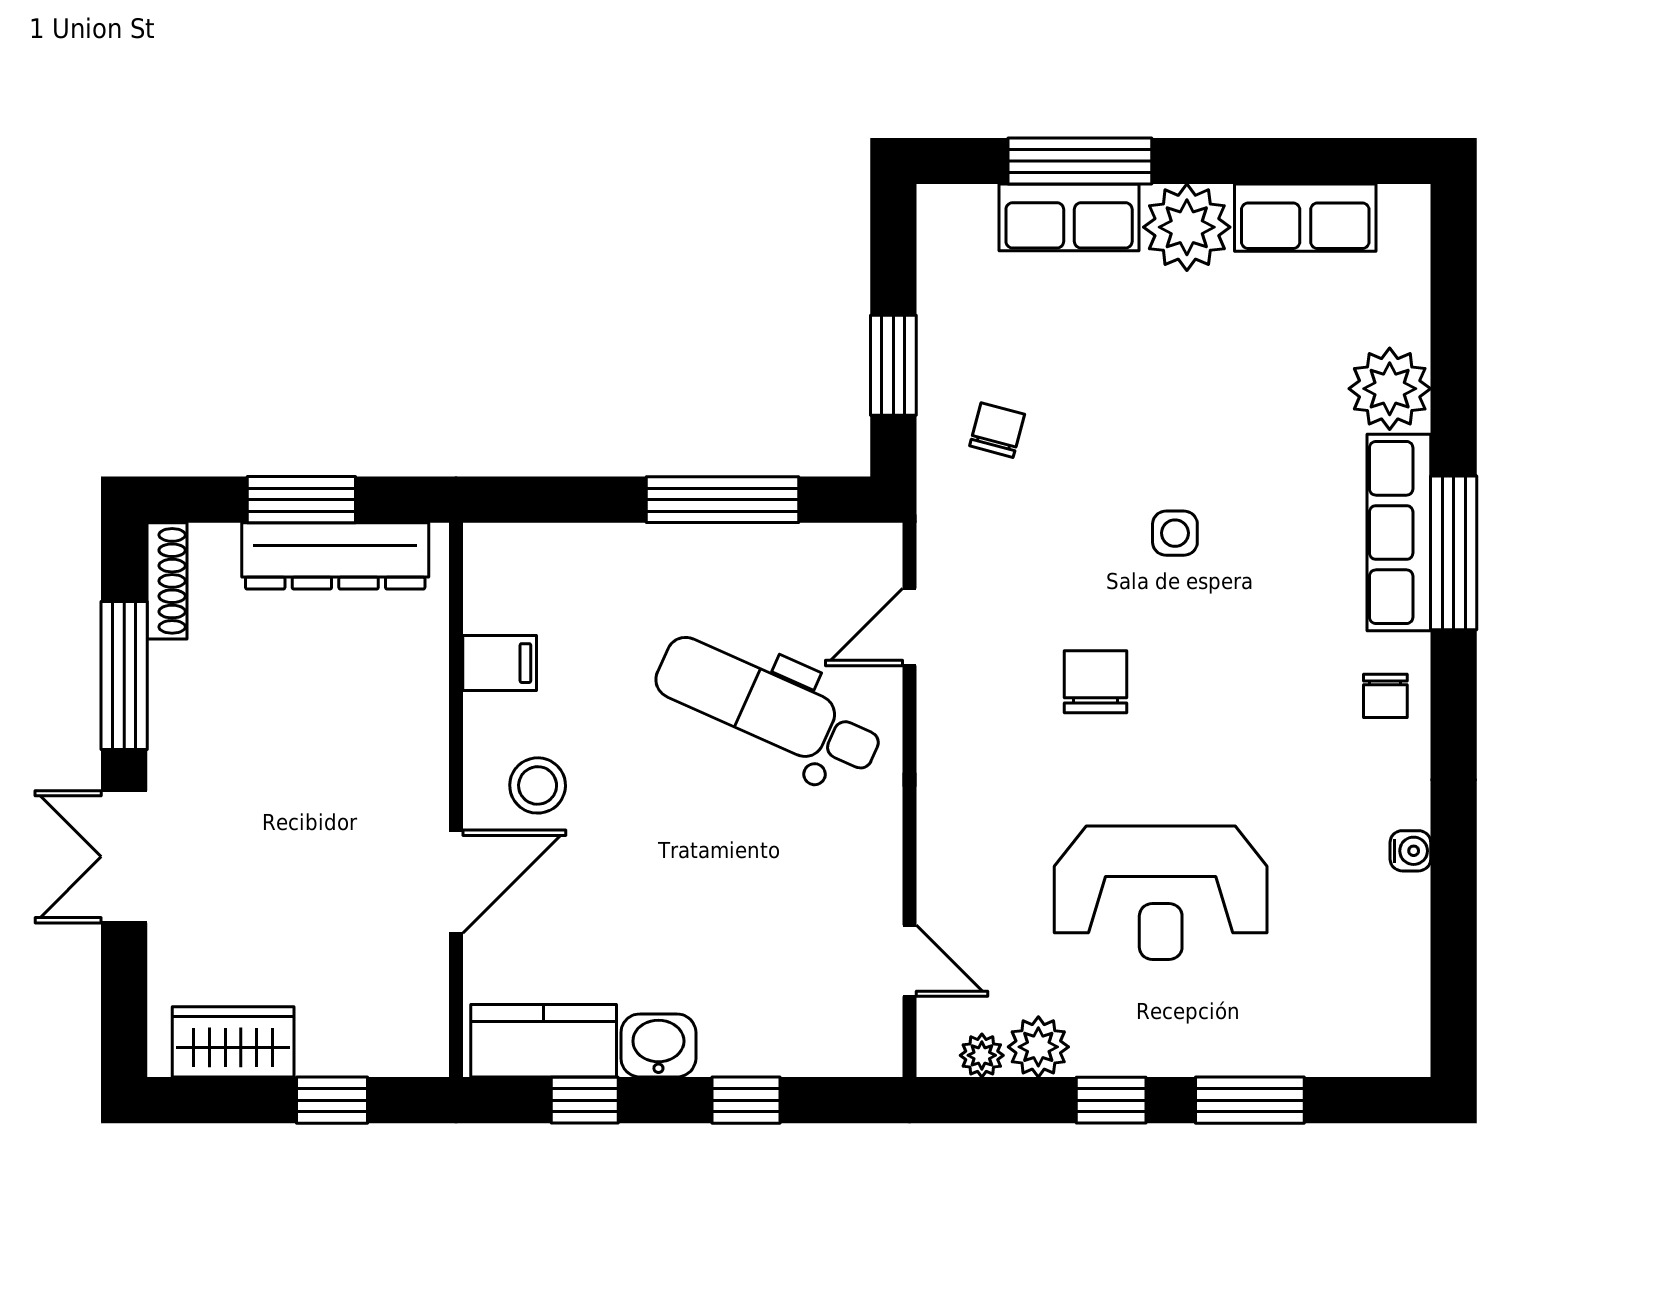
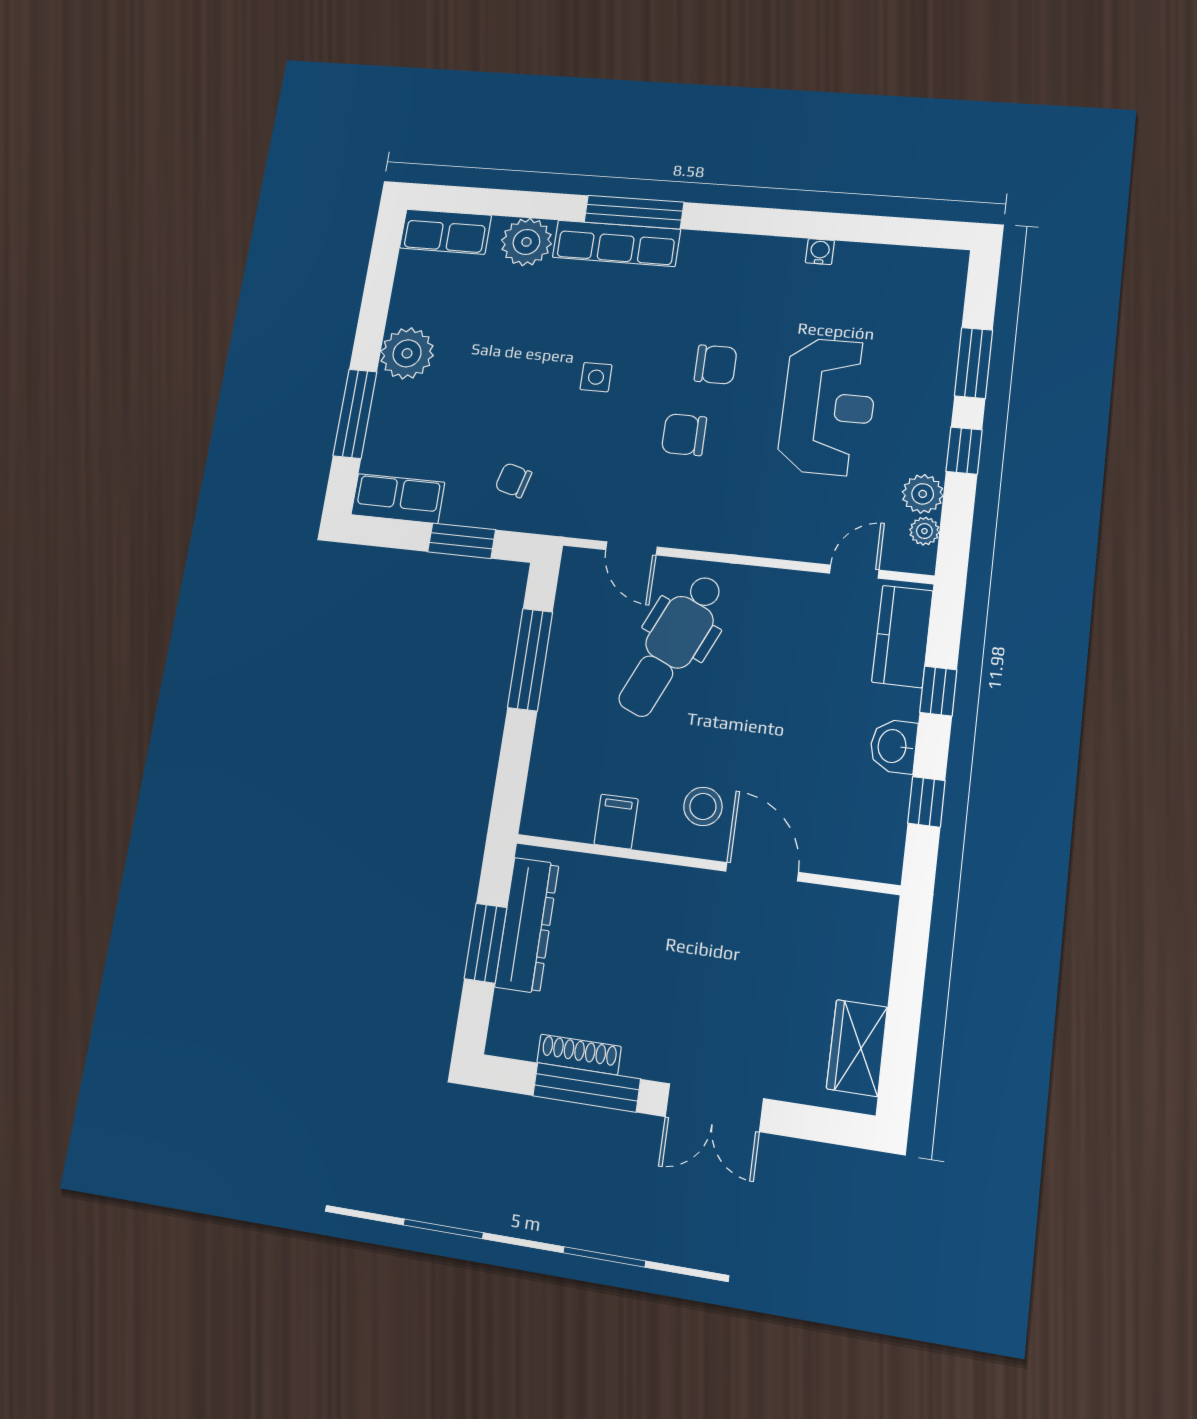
row of seats: (1069, 217) -> (398, 498), moved, turned -90
row of seats: (1305, 218) -> (445, 232), moved, turned 90
shoe rack: (167, 581) -> (579, 1055), moved
chair: (1385, 696) -> (716, 365), moved, width x1.37, depth x1.37
kitchen counter: (544, 1041) -> (902, 636), moved
window: (332, 1100) -> (907, 982), removed

